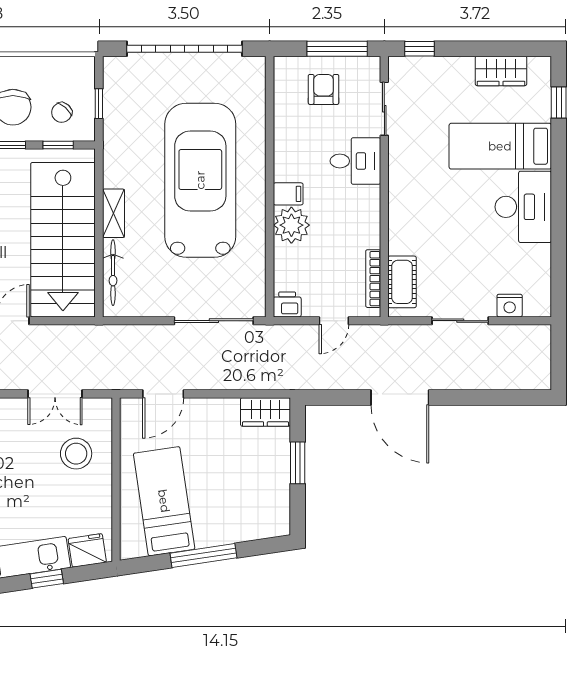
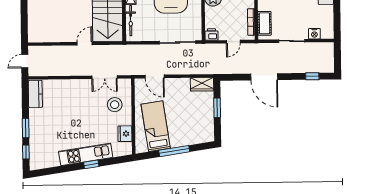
door: (163, 394) -> (155, 76), hinge flipped
window: (504, 398) -> (312, 76), added
fridge: (87, 550) -> (125, 134), moved, turned -82
window: (47, 579) -> (91, 164), moved

